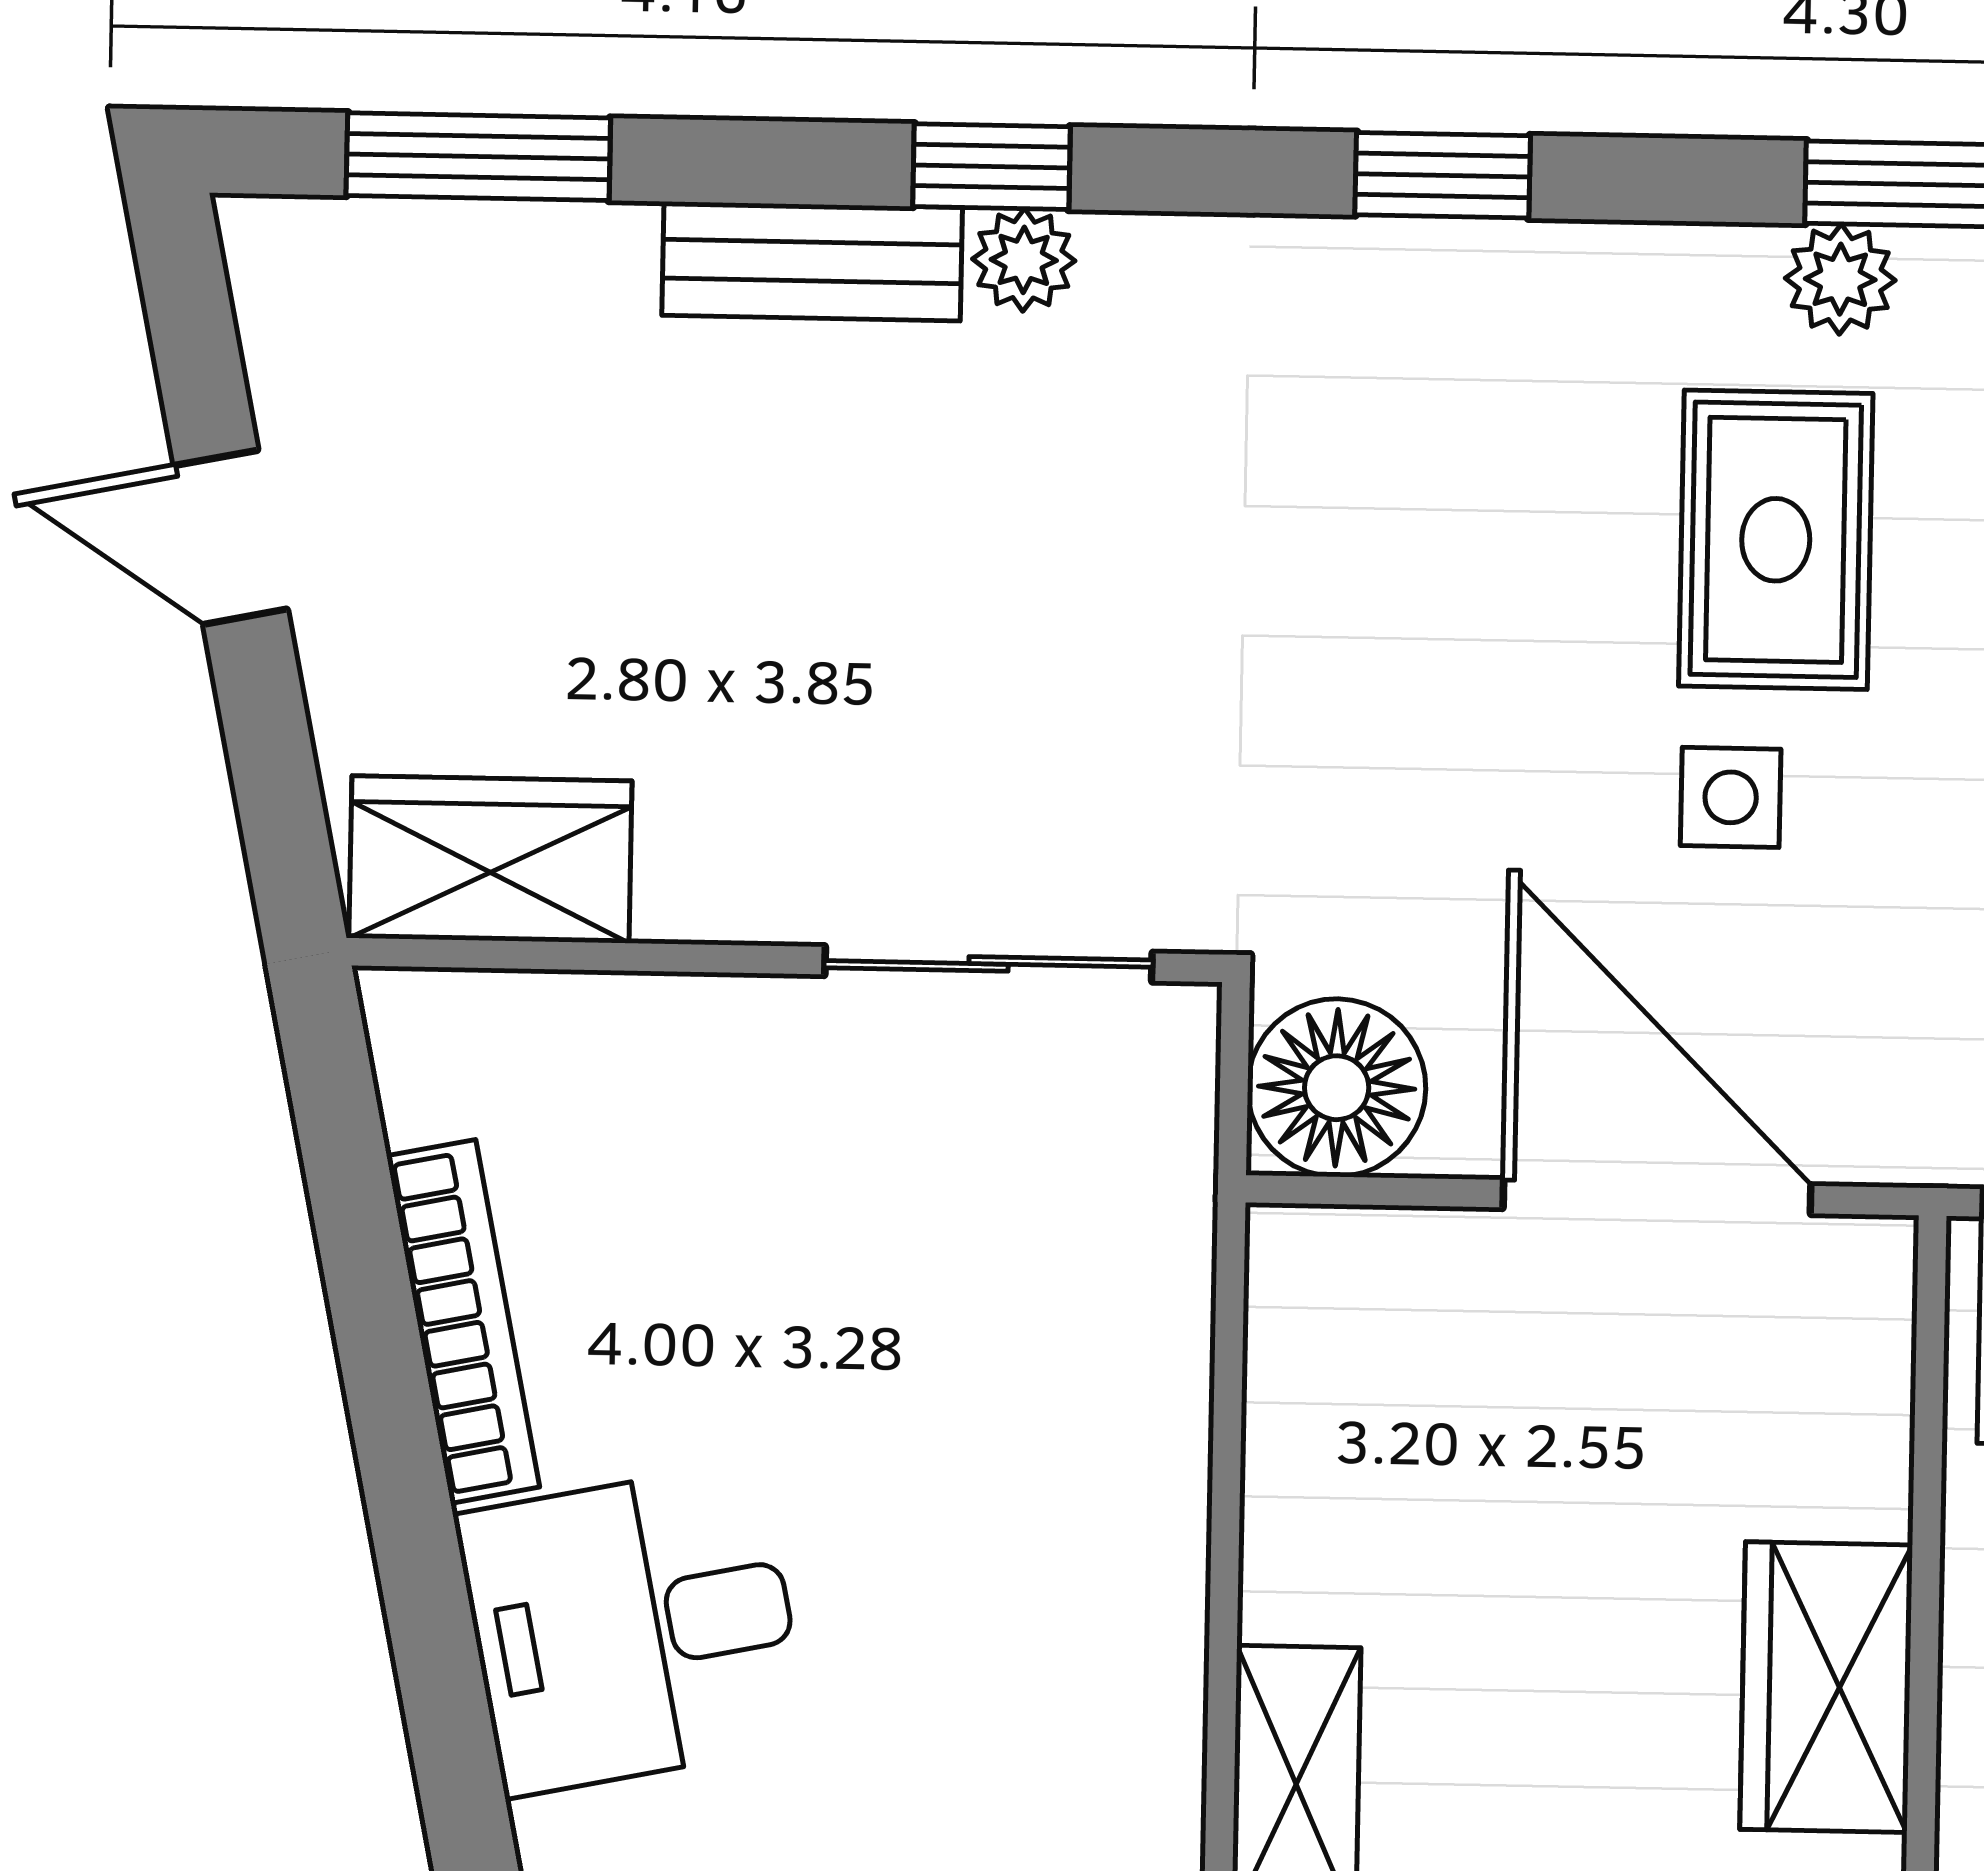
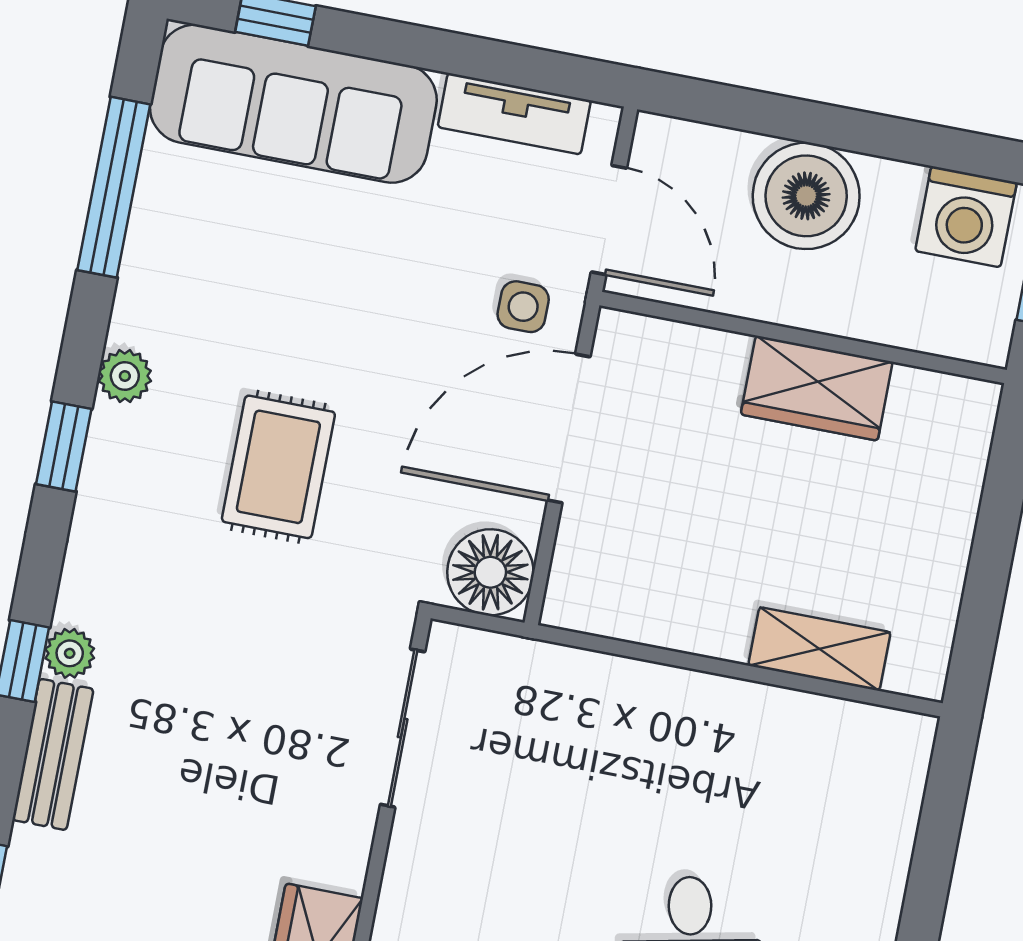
plant: (1840, 279) -> (125, 376), moved
rug: (1776, 540) -> (278, 467), moved, turned 90
side table: (1731, 797) -> (523, 307), moved

